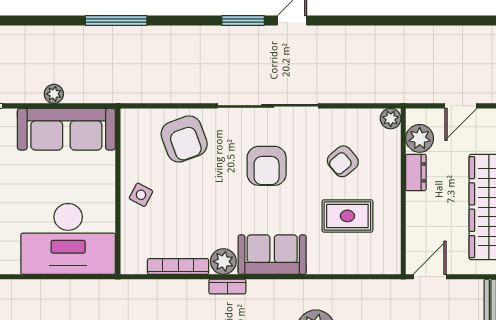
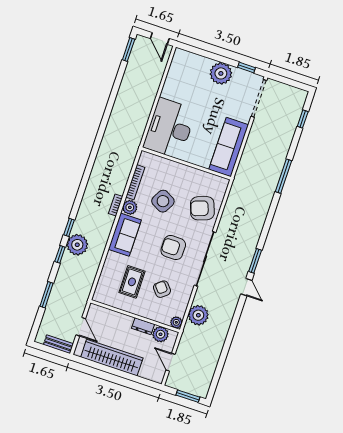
window: (116, 21) -> (284, 176), moved
plant: (54, 94) -> (198, 315), moved, width x1.87, depth x1.87
side table: (141, 195) -> (163, 201), moved, width x1.87, depth x1.87
door: (430, 277) -> (81, 327), moved

